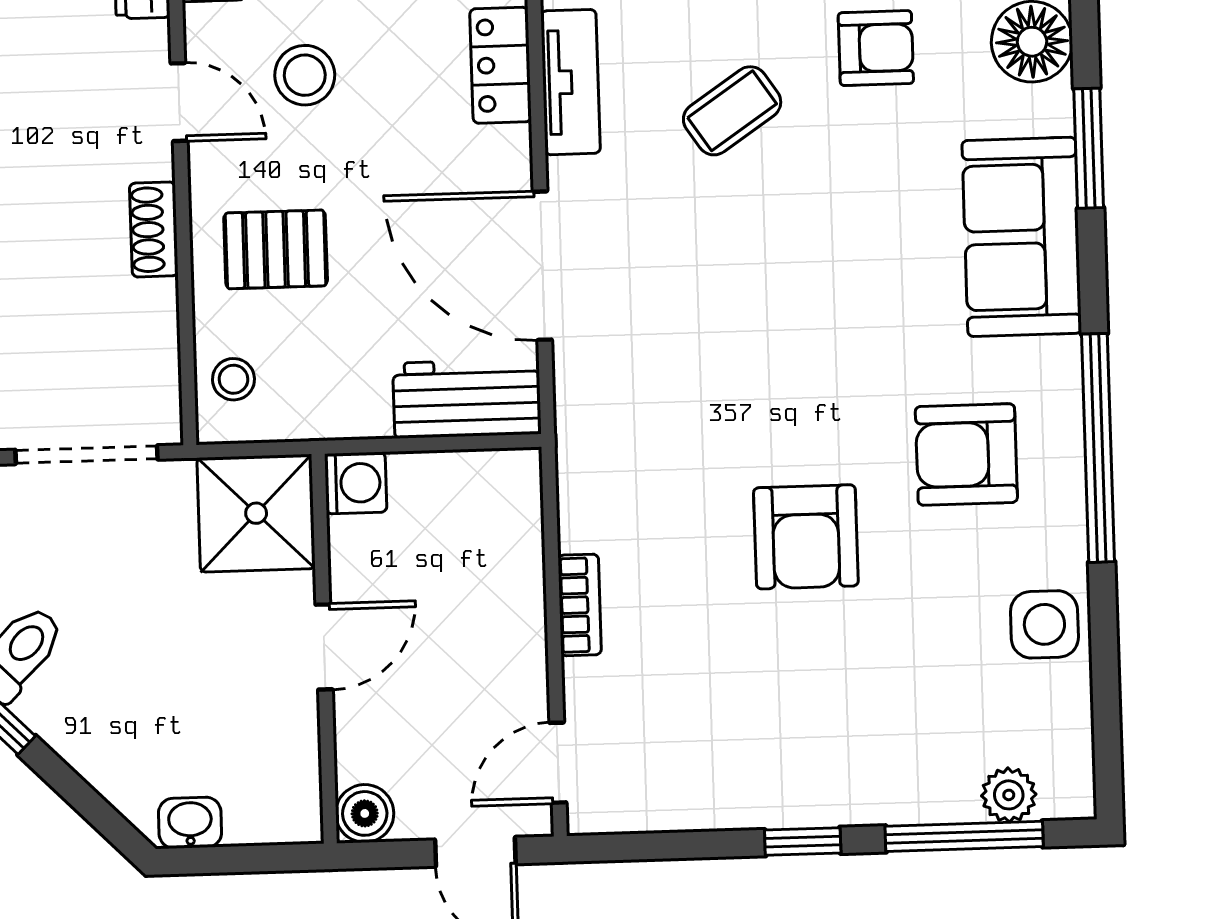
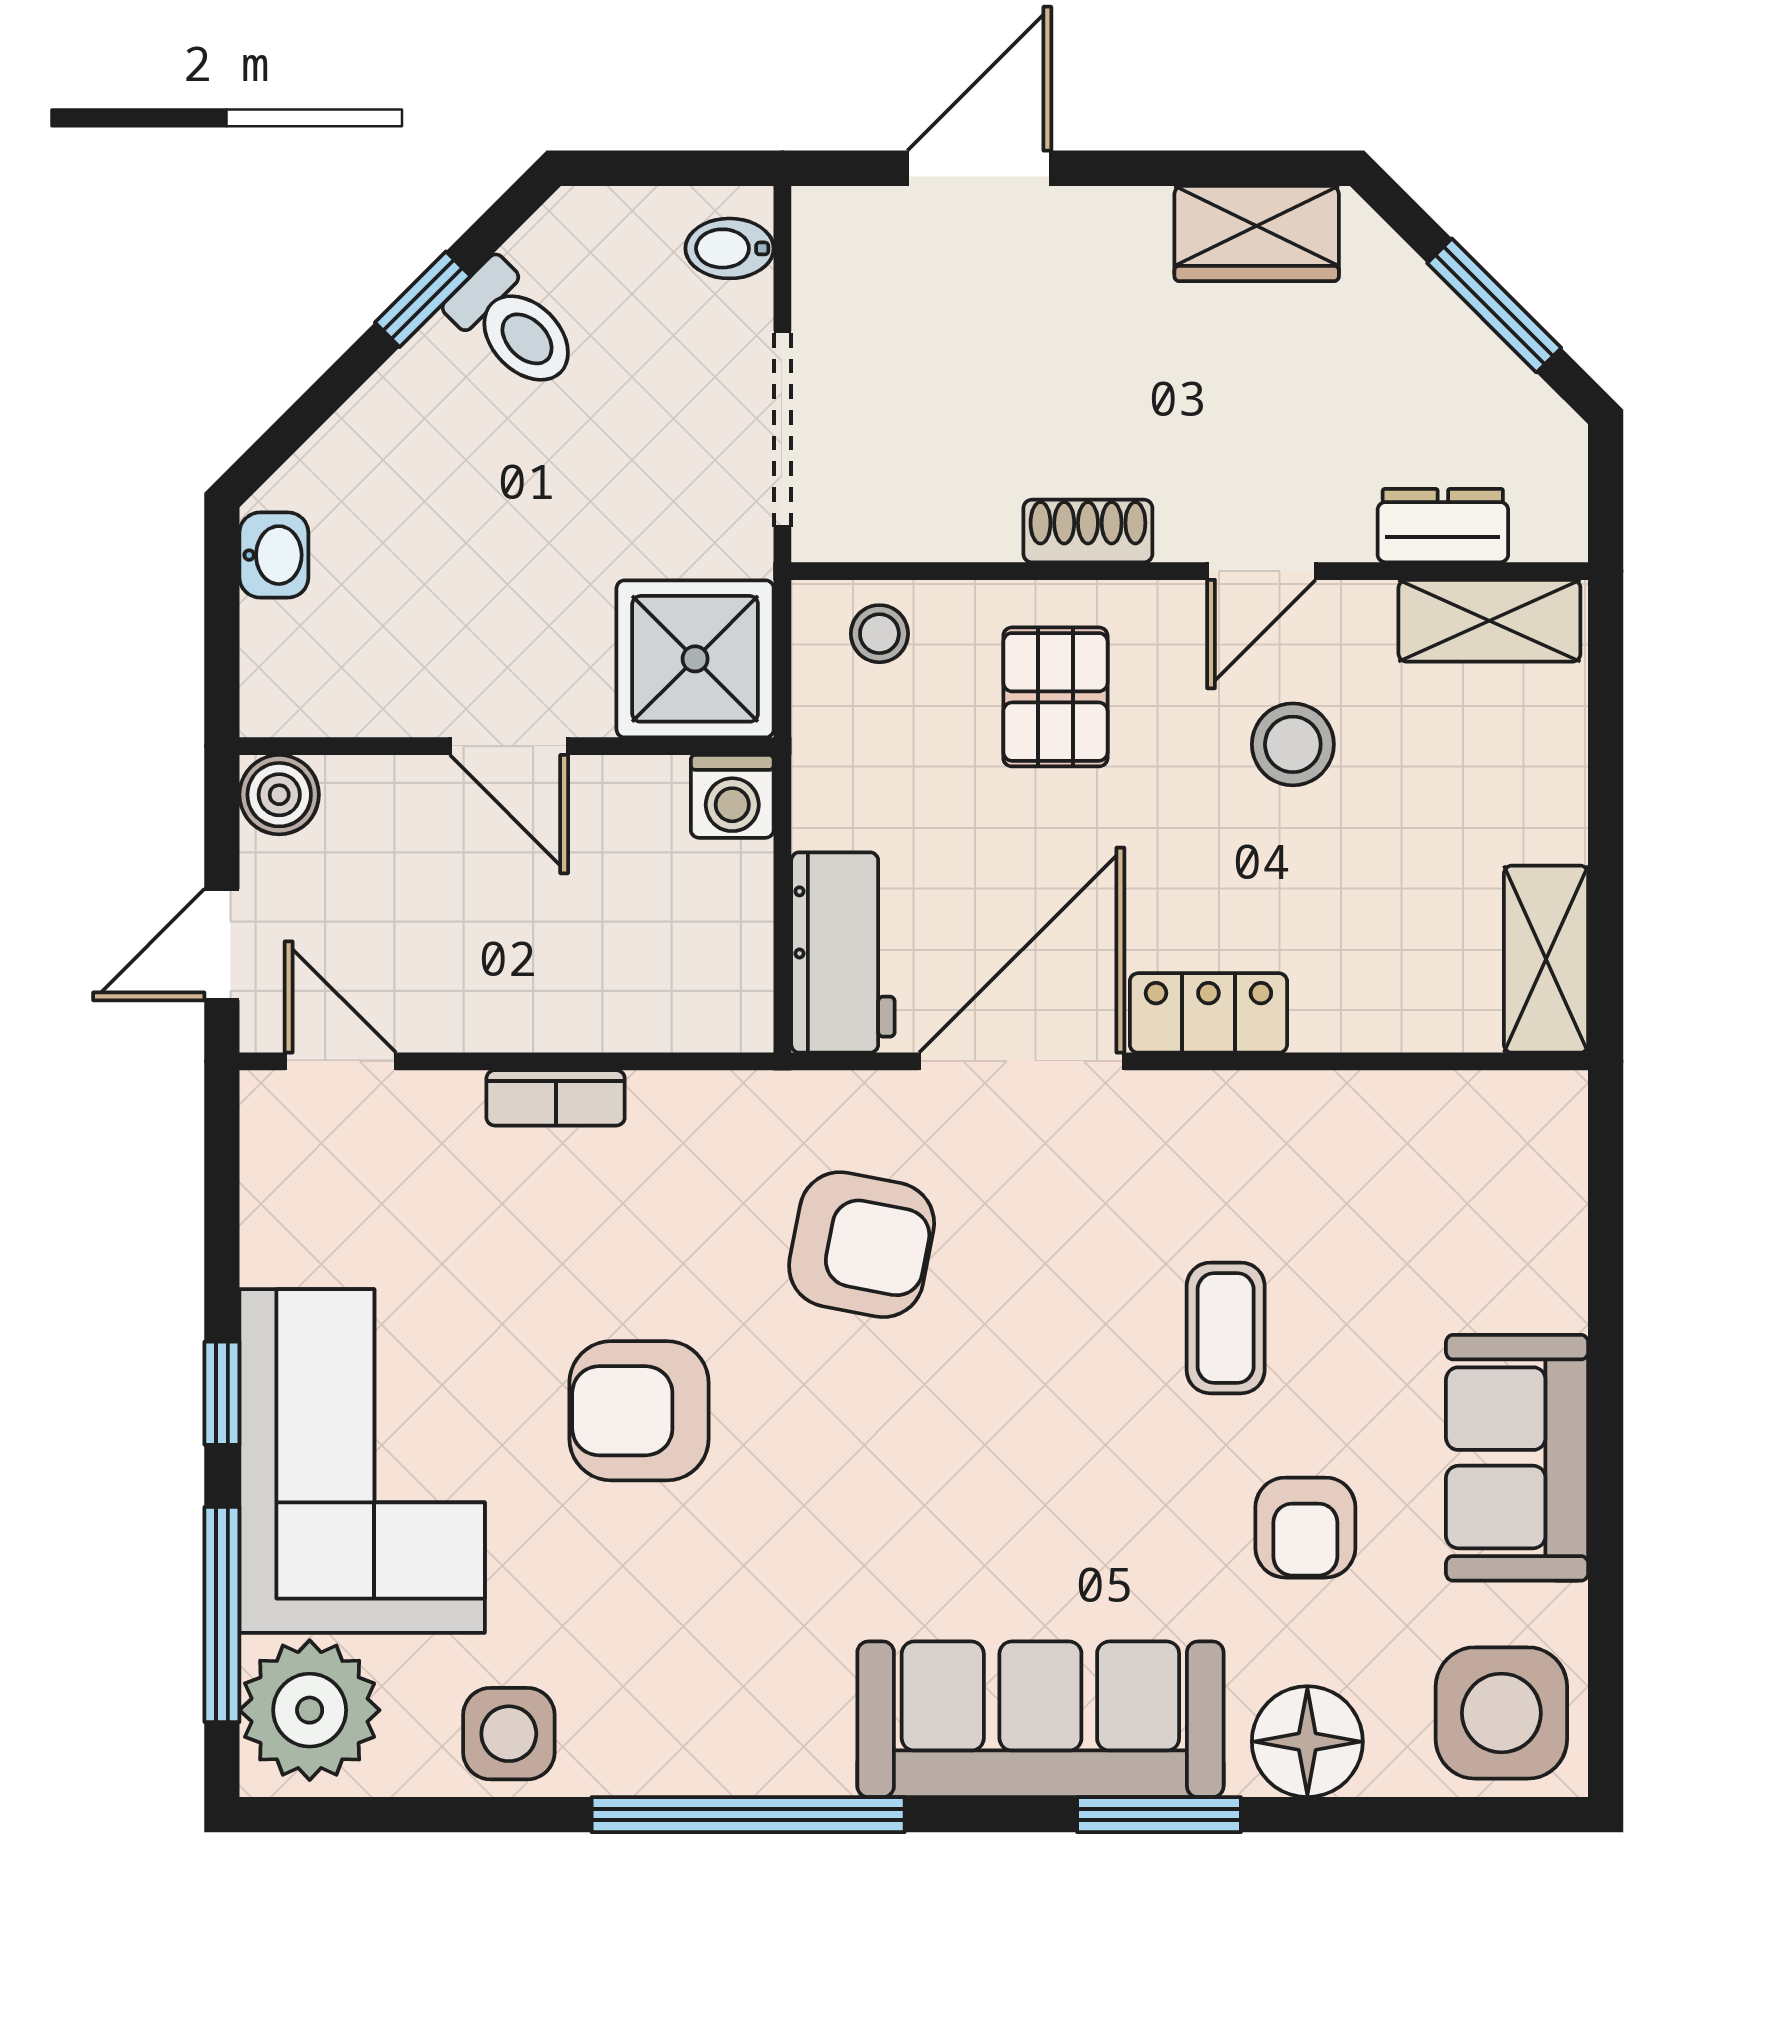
locker: (501, 65) -> (1208, 1013), moved
tv unit: (570, 82) -> (1272, 1108), removed
coffee table: (732, 111) -> (1226, 1328), turned 34
sofa: (1022, 237) -> (1040, 1719), width x1.36
armchair: (966, 454) -> (862, 1245), moved, turned 101
corner sofa: (849, 738) -> (362, 1461), added
plant: (1009, 795) -> (310, 1710), width x1.87, depth x1.87

